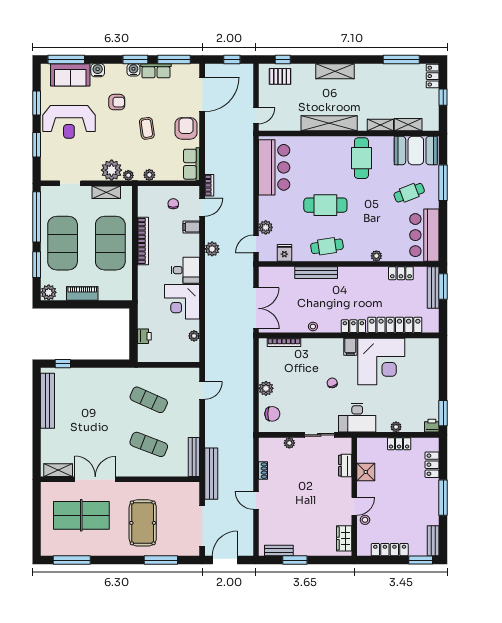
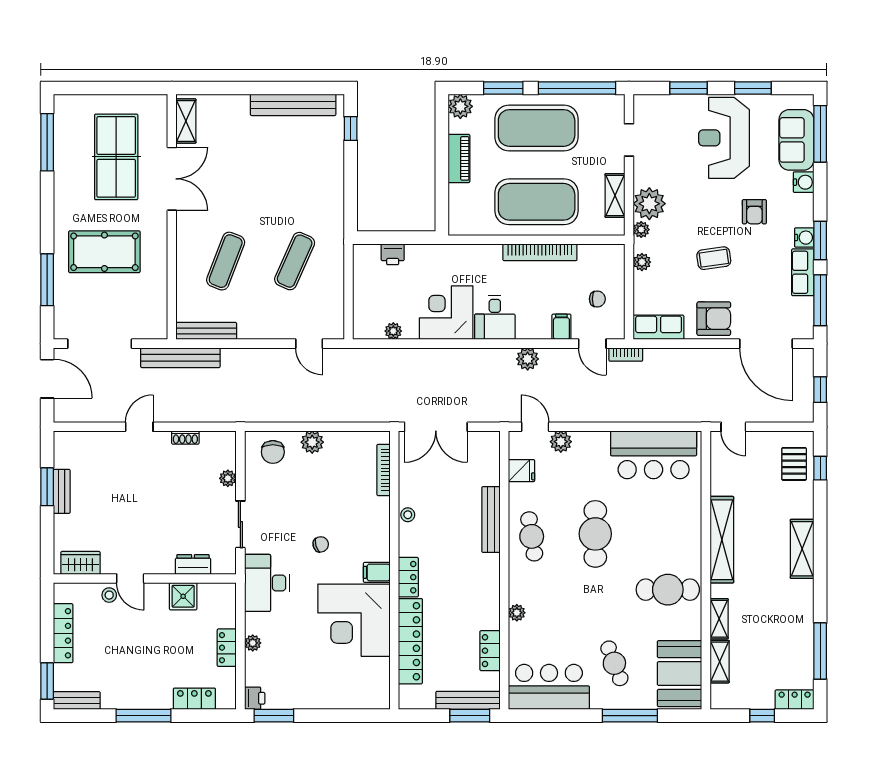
bench: (279, 551) -> (62, 491), moved

